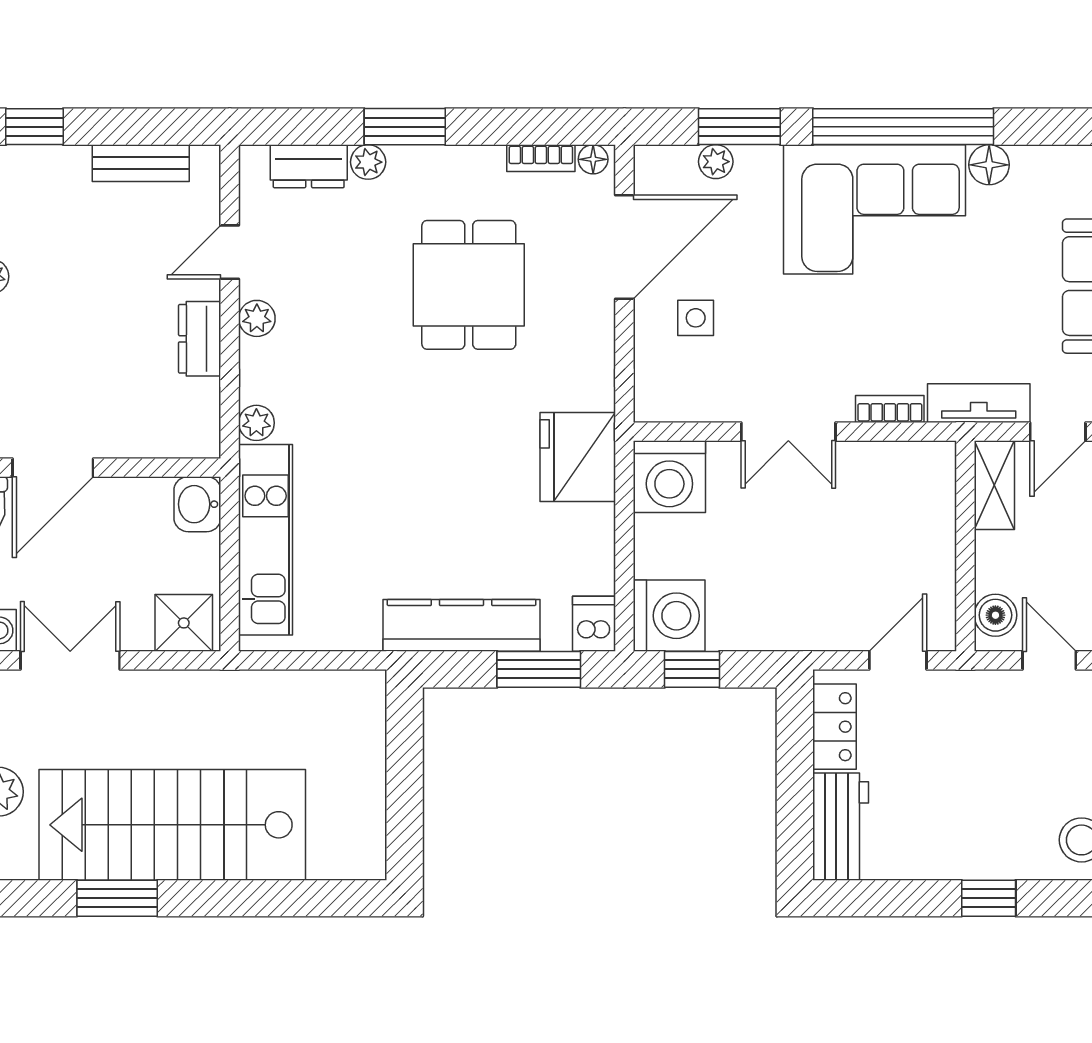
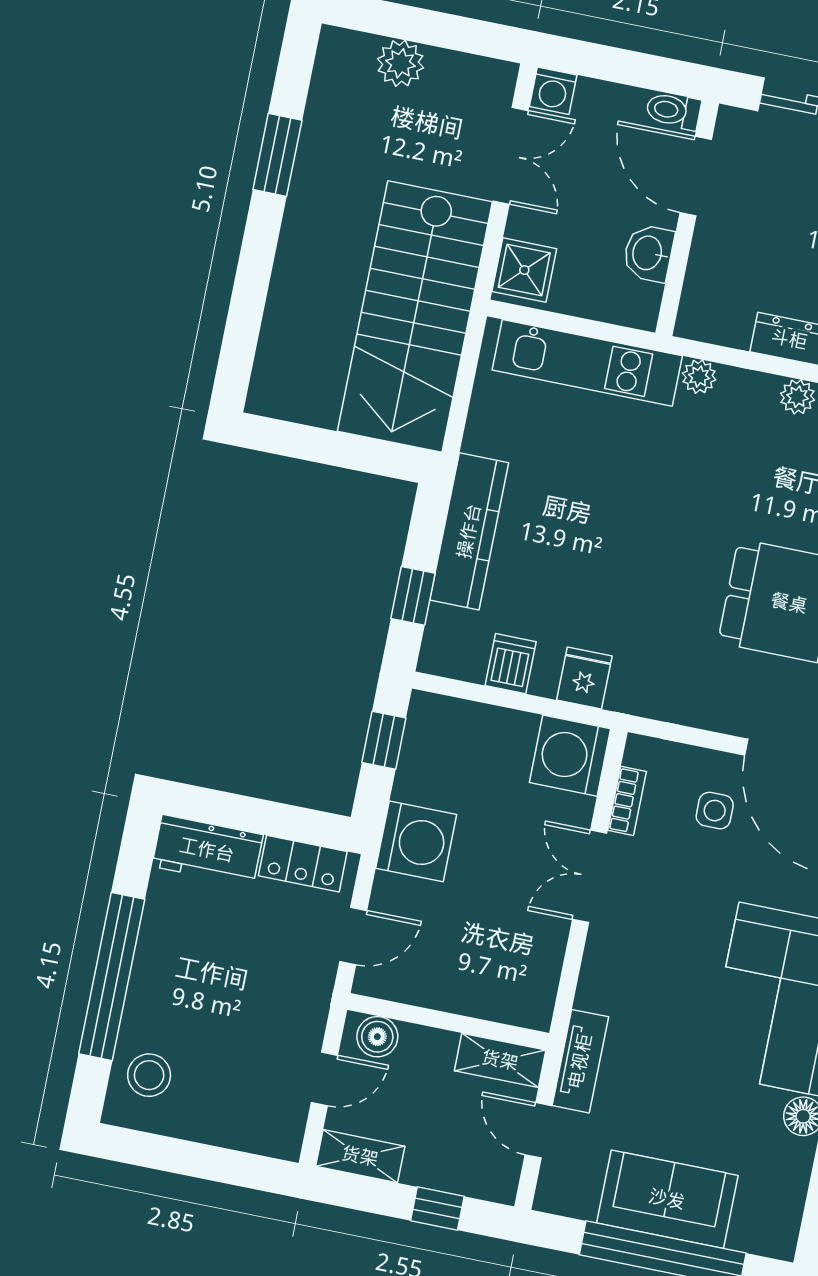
bookcase: (890, 409) -> (627, 801), moved
fridge: (578, 457) -> (584, 678), width x0.53, depth x0.75
washbasin: (197, 504) -> (648, 253), moved, turned -90
washing machine: (669, 616) -> (416, 841), moved, turned -90
dishwasher: (594, 624) -> (511, 664), moved, turned -90
door: (898, 660) -> (353, 936), hinge flipped
window: (539, 669) -> (413, 596), width x0.67
stairs: (172, 825) -> (415, 317), moved, turned 180
window: (989, 898) -> (112, 977), width x3.17

